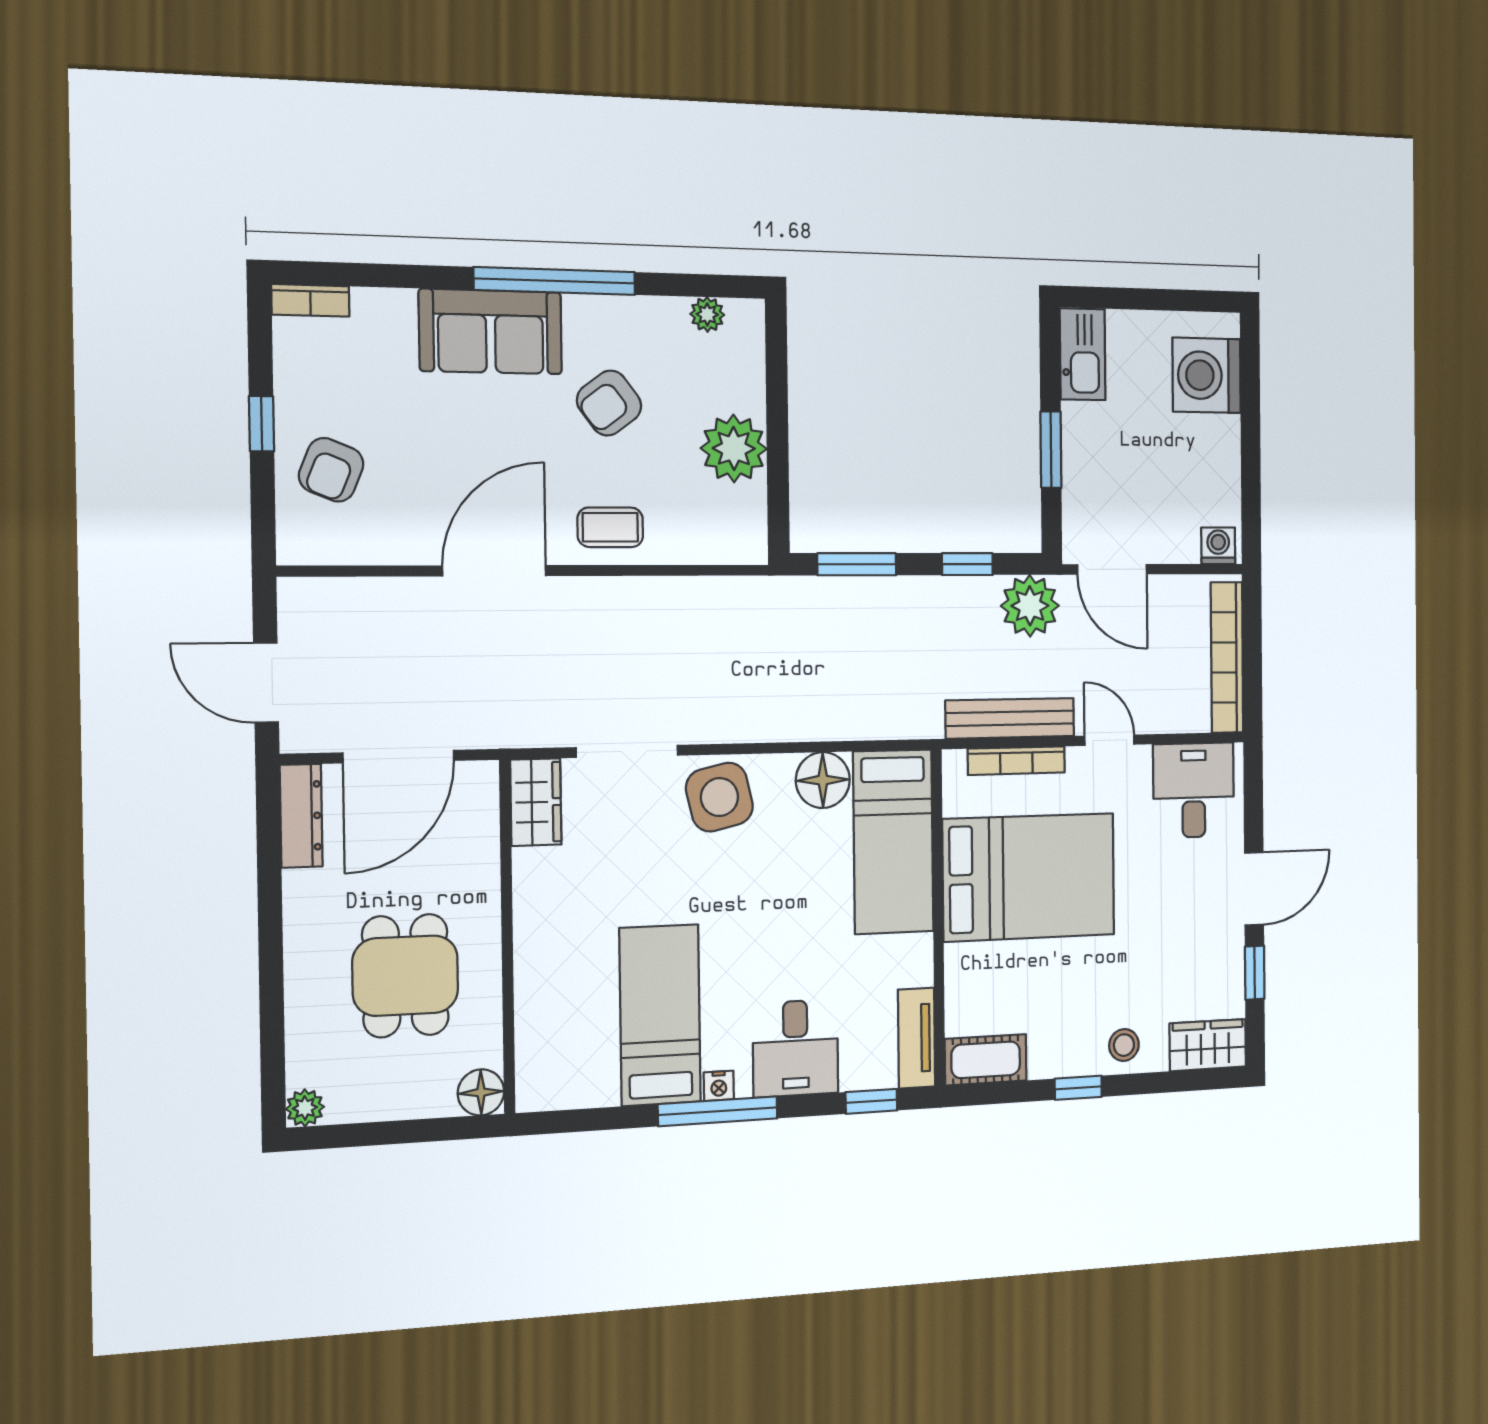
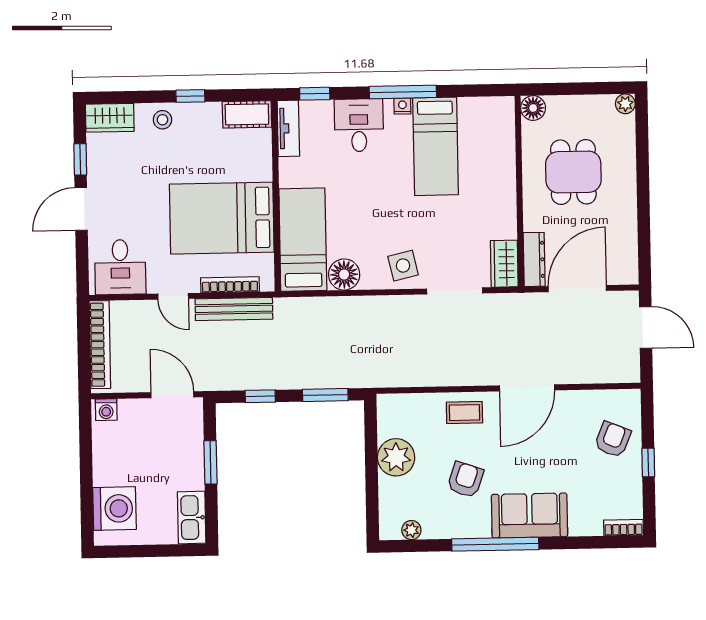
armchair: (609, 403) -> (465, 480), turned -34
plant: (1030, 606) -> (222, 373), removed
side table: (719, 797) -> (403, 266), width x0.73, depth x0.73
dresser: (301, 816) -> (534, 259), moved, turned 180

